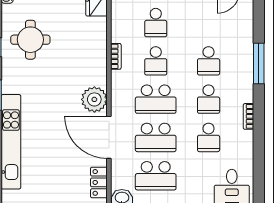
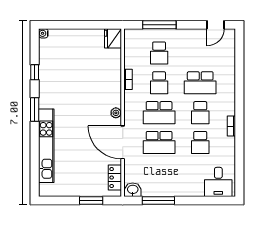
round table: (30, 40) -> (61, 66), removed
school desk: (209, 61) -> (200, 83), width x1.85
window: (259, 63) -> (239, 85), removed
plant: (94, 99) -> (116, 113), width x0.53, depth x0.53
school desk: (156, 176) -> (159, 172), removed

